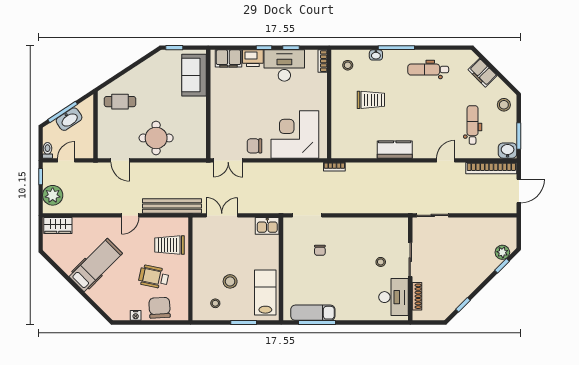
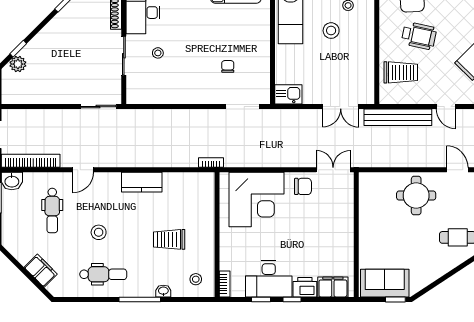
sofa: (194, 75) -> (385, 283), moved, turned -90
stool: (504, 105) -> (99, 232), moved
door: (130, 215) -> (446, 107), swing flipped

